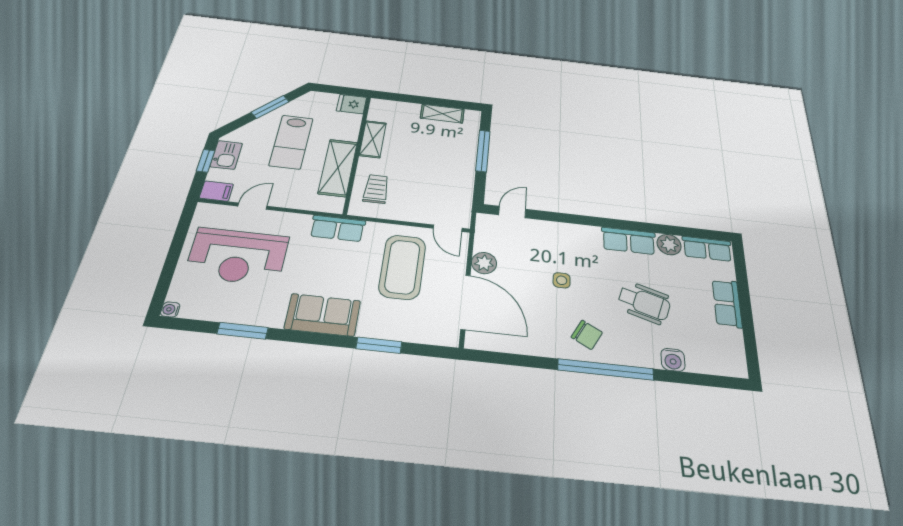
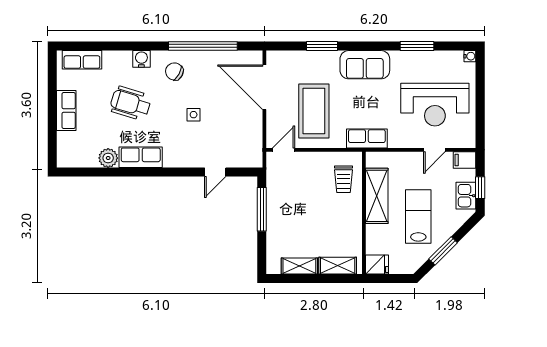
shelving: (373, 139) -> (338, 266), moved, turned 90
window: (483, 151) -> (262, 209), moved
door: (512, 212) -> (215, 172), moved
door: (448, 228) -> (284, 150), hinge flipped
row of seats: (707, 249) -> (82, 60), moved, turned 180
reception desk: (237, 256) -> (435, 105), turned 180
plant: (484, 263) -> (253, 122), removed
water cooler: (673, 360) -> (141, 59), moved
window: (606, 369) -> (203, 46), moved

